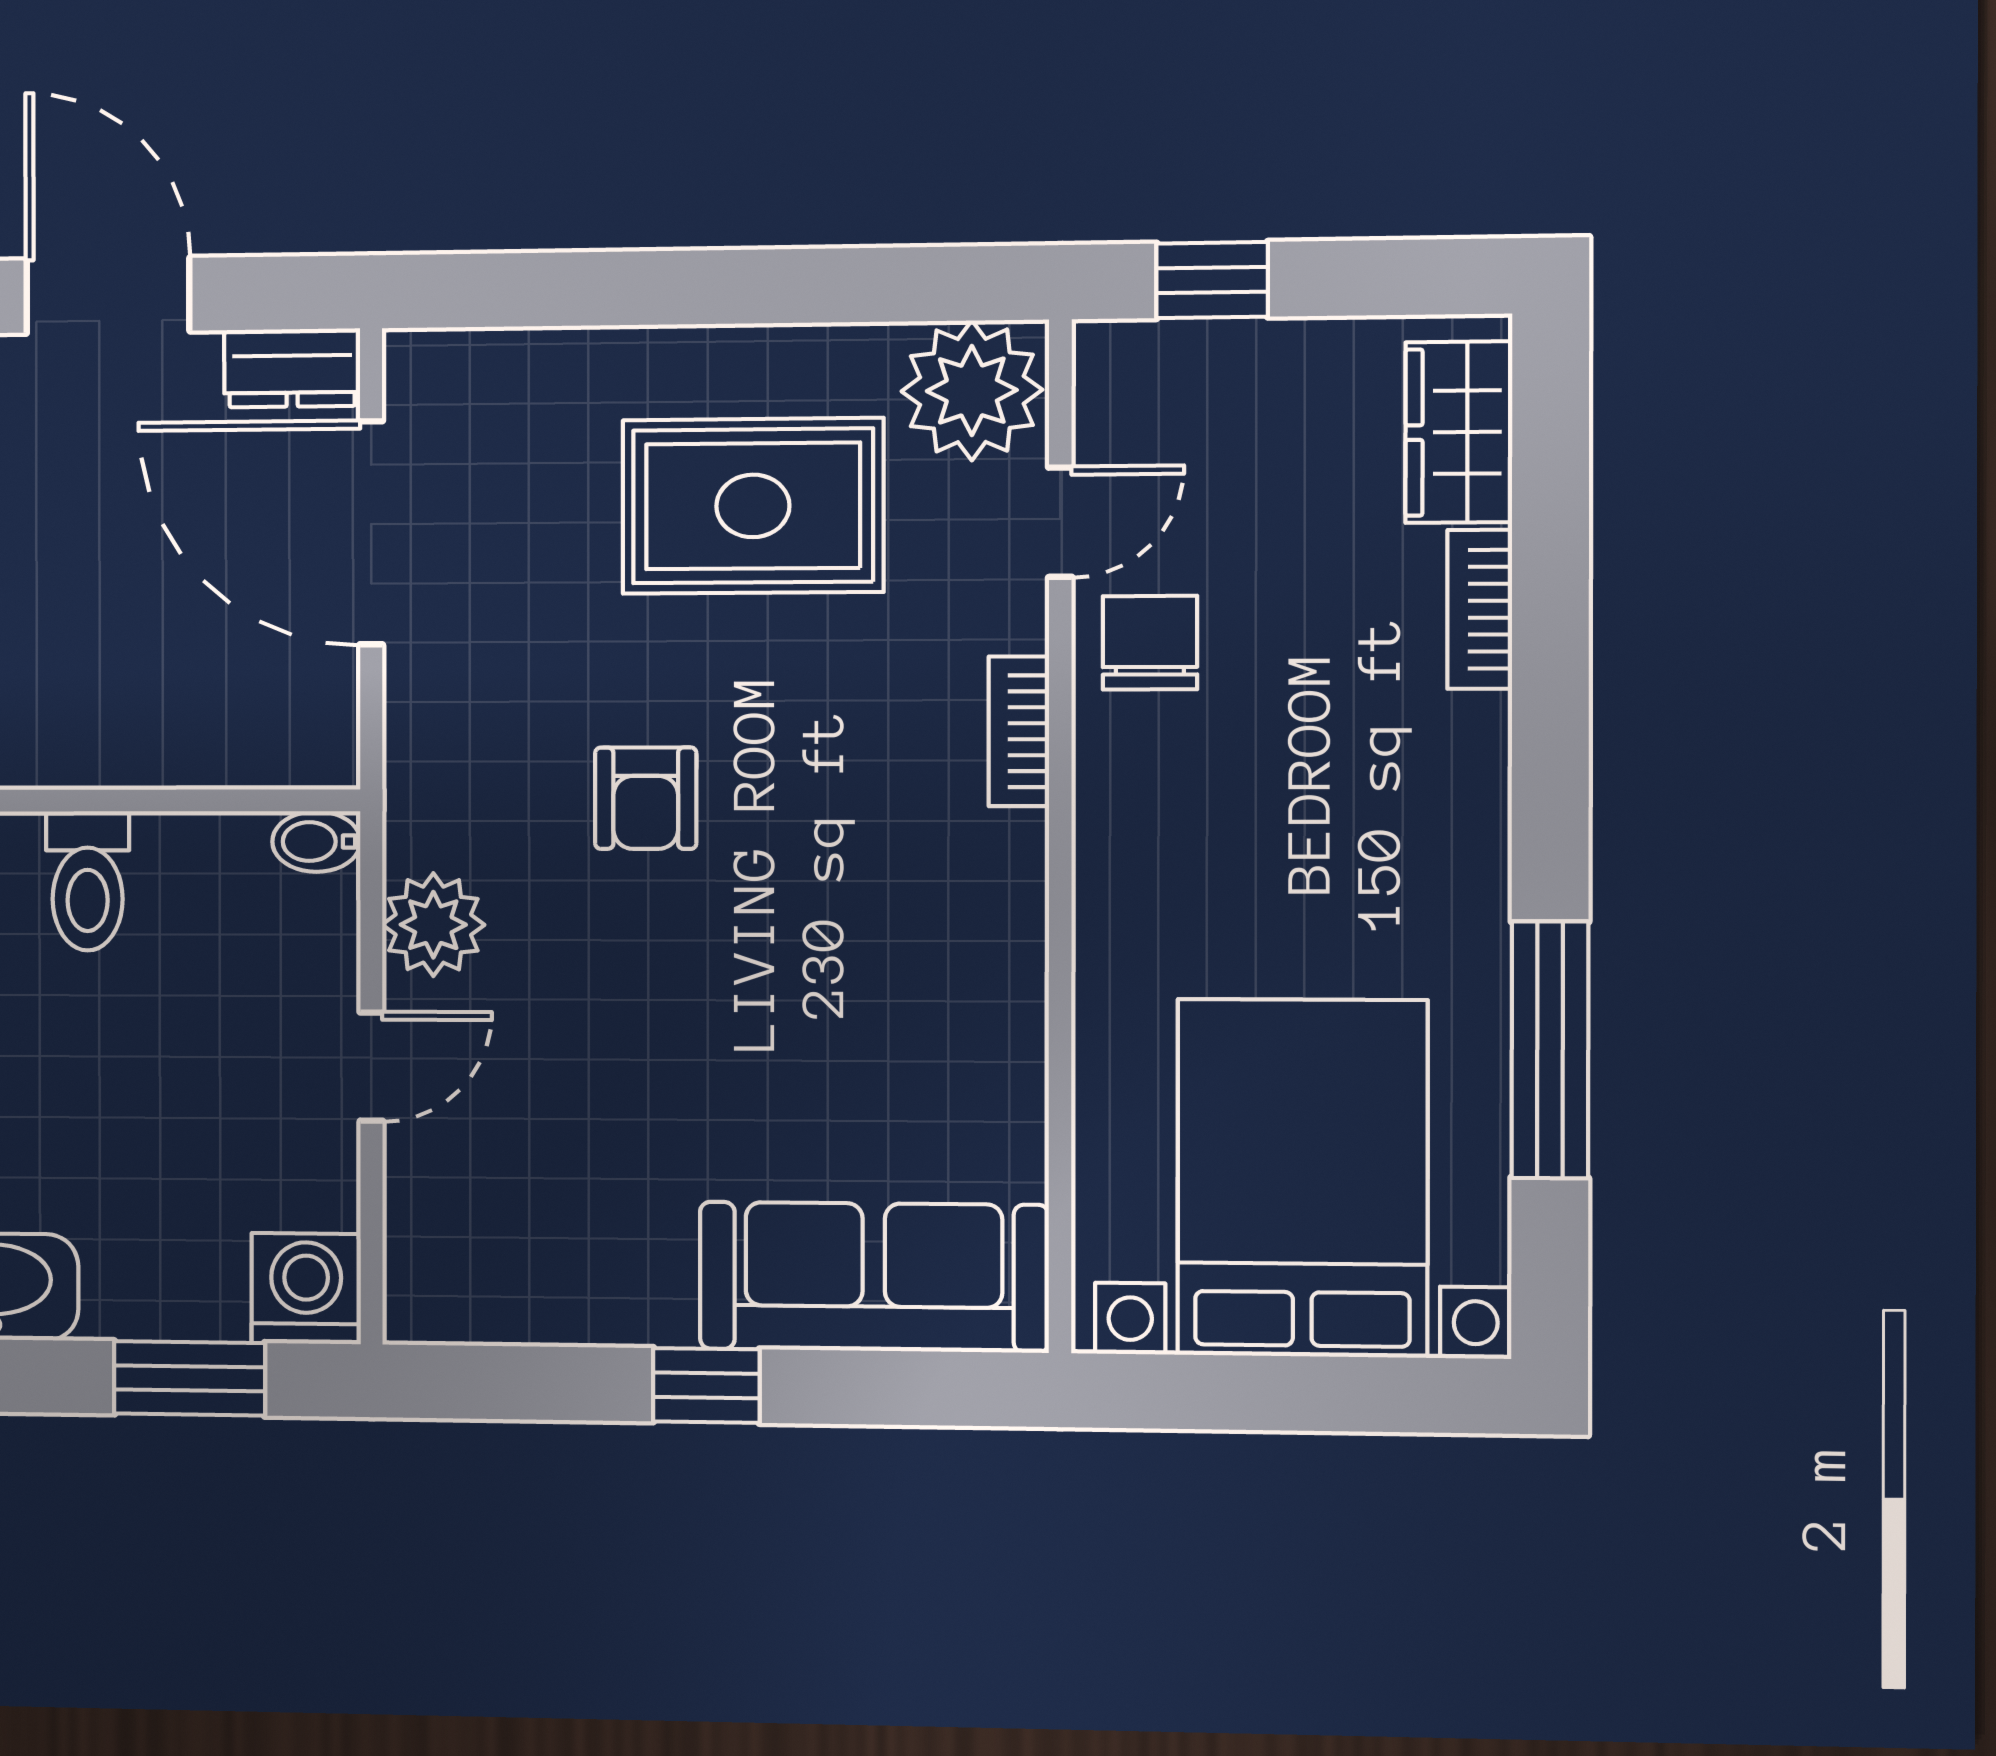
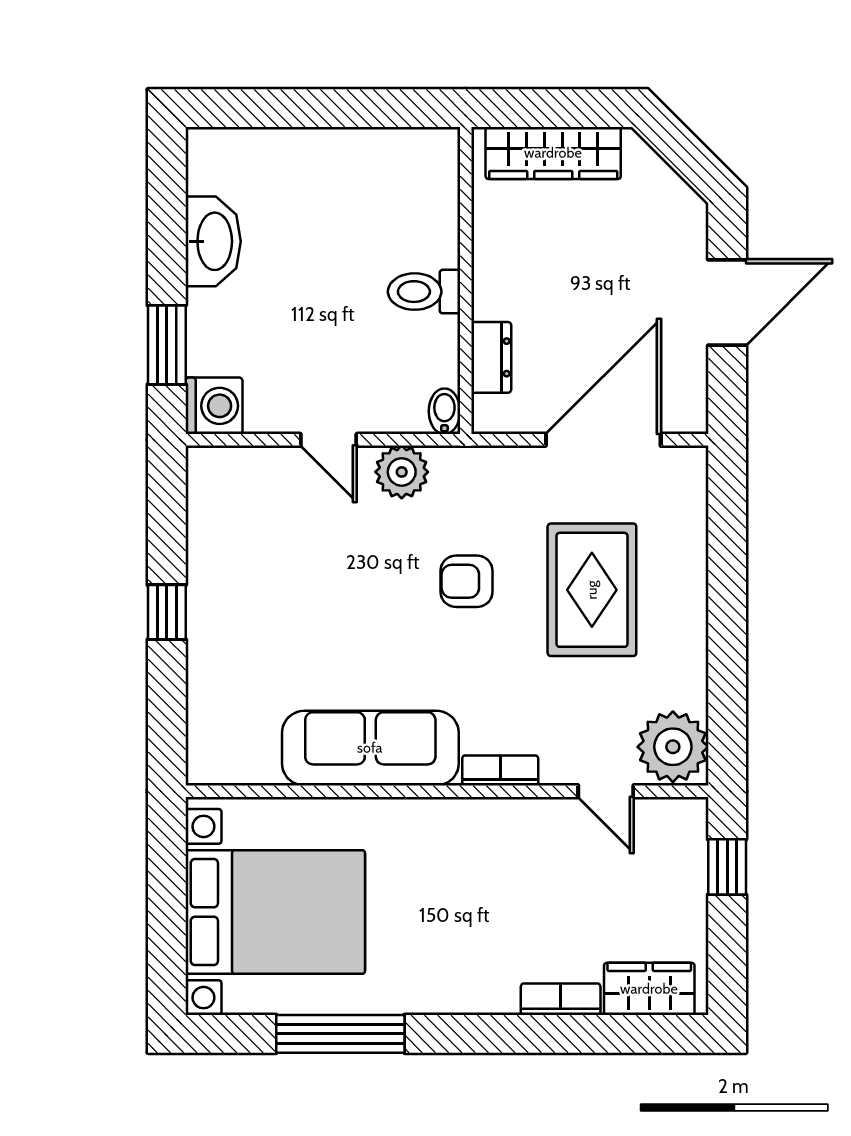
dresser: (292, 368) -> (491, 357), moved, turned 180
rug: (753, 506) -> (592, 590), moved
chair: (1150, 643) -> (545, 836), removed
sofa: (874, 1277) -> (370, 748), moved, turned -90

